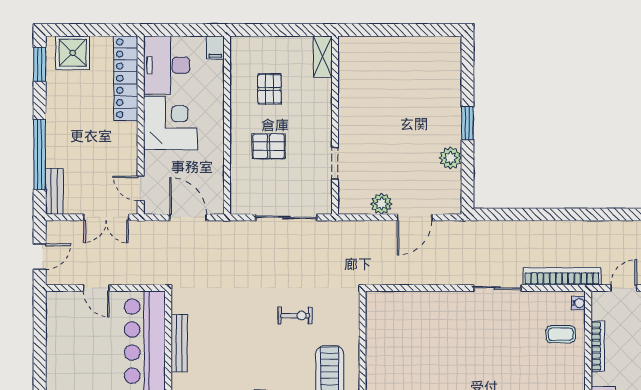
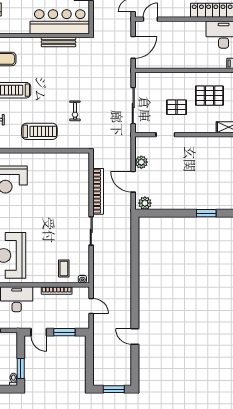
pallet: (269, 89) -> (209, 96), width x1.50, depth x1.42
corner desk: (171, 123) -> (189, 37), removed
window: (467, 123) -> (206, 213), moved
pallet: (269, 146) -> (177, 107), moved, turned 90
plant: (450, 158) -> (145, 203), moved
bookcase: (562, 276) -> (98, 191), moved

